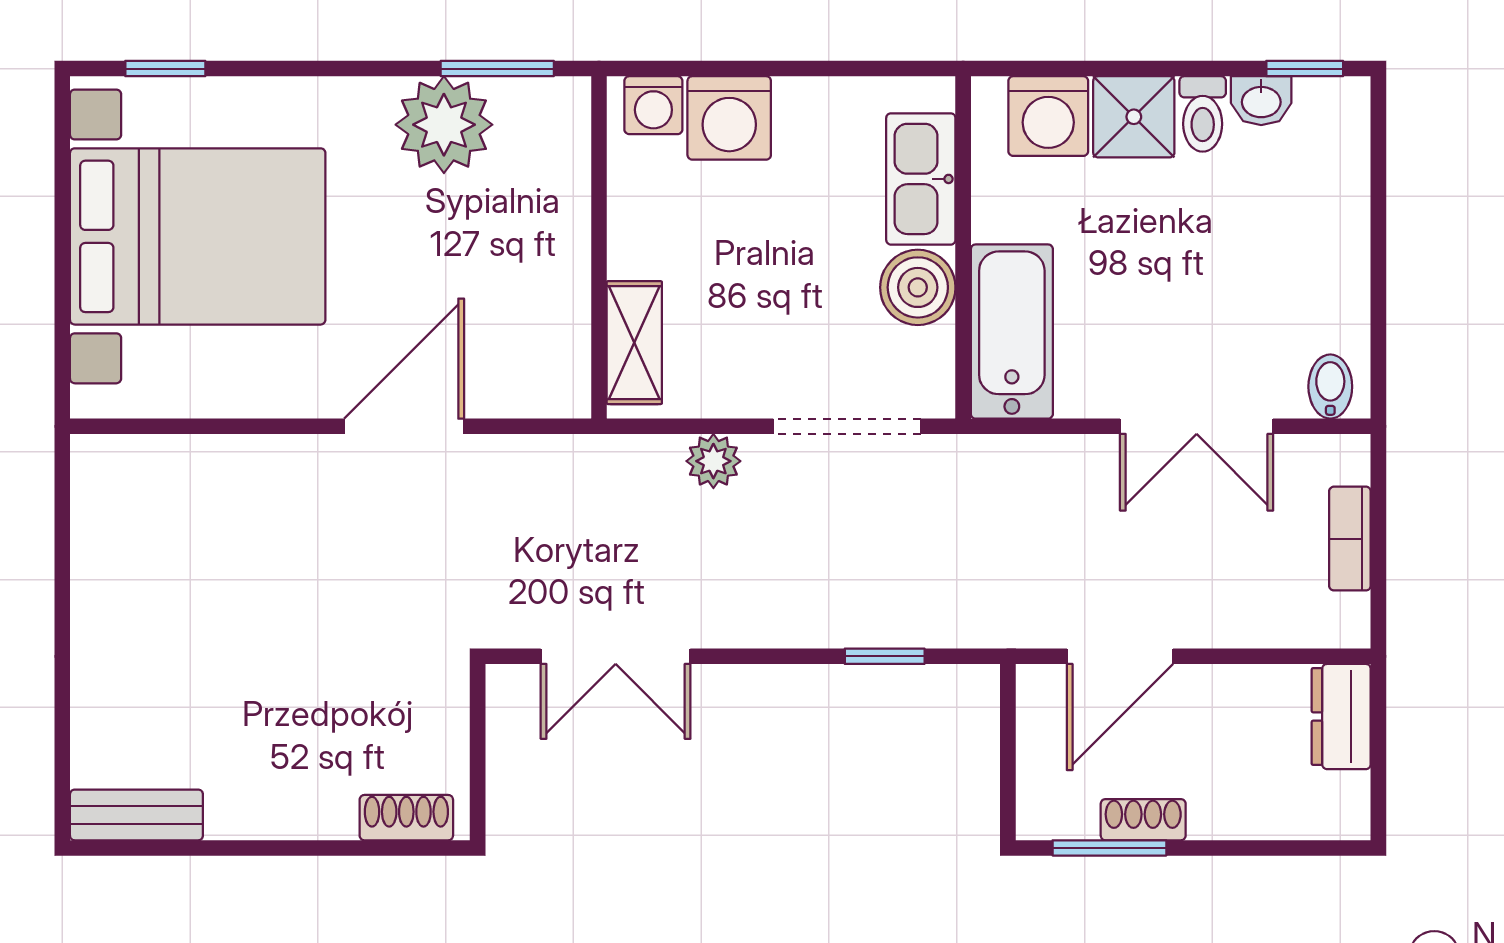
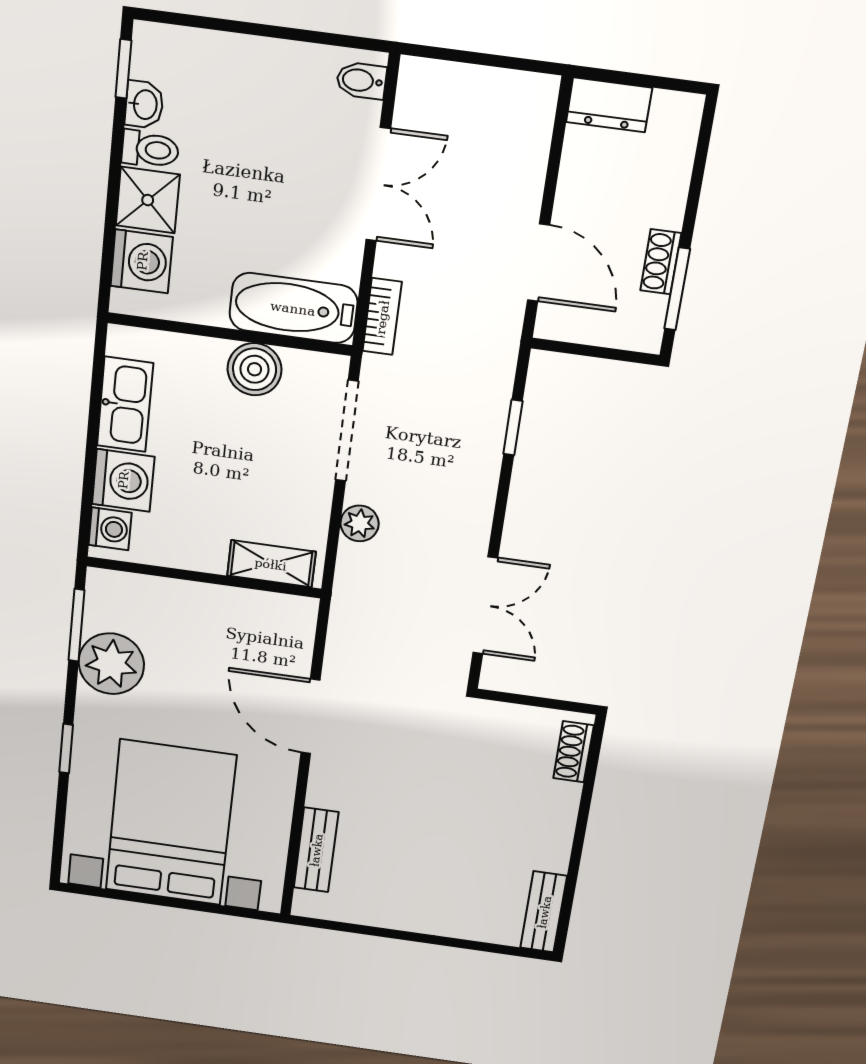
window: (165, 69) -> (66, 749), moved
kitchen sink: (921, 179) -> (125, 404), moved, turned -90
bench: (187, 460) -> (316, 850), added
bookcase: (1350, 539) -> (382, 317), moved, turned -90

